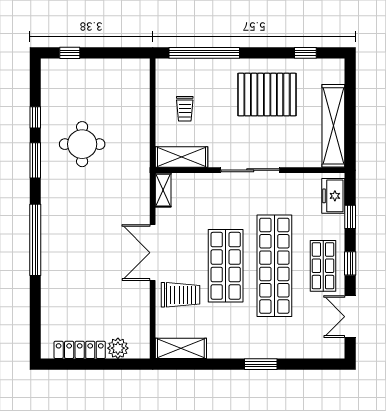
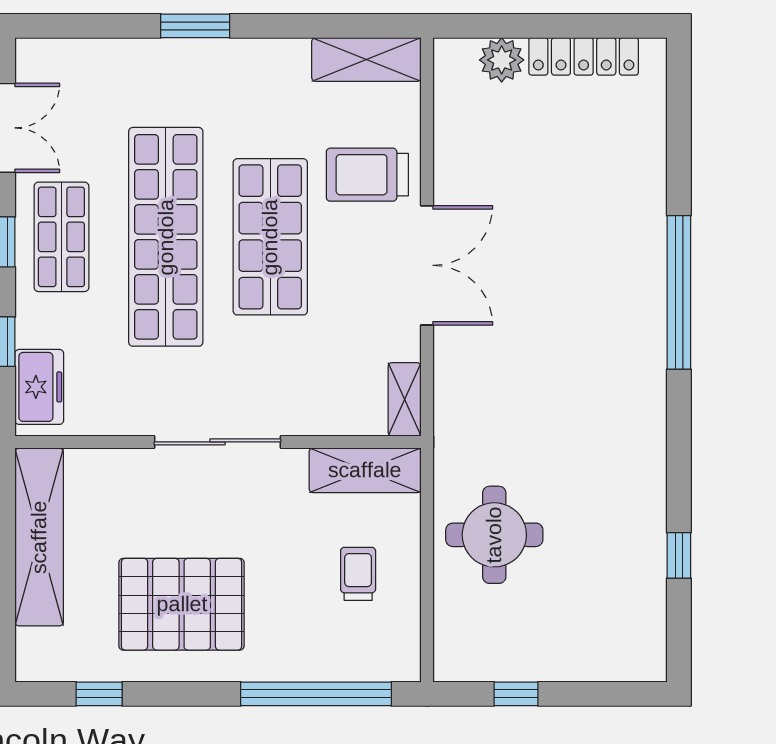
window: (70, 53) -> (516, 694), moved
round table: (82, 144) -> (494, 535), moved
window: (35, 160) -> (679, 463), removed

